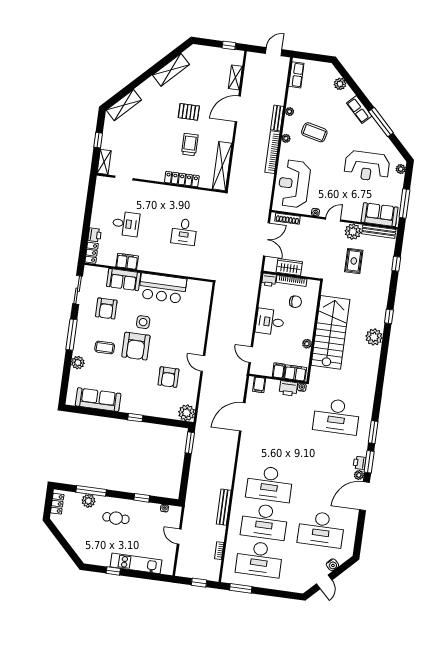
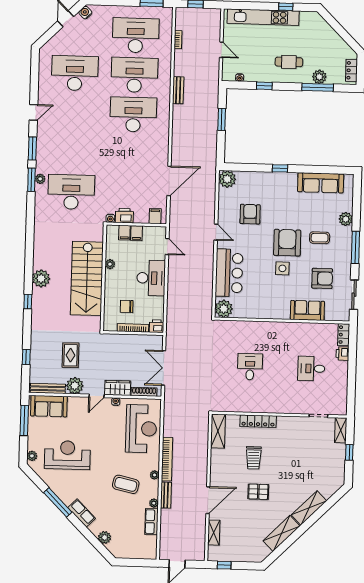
row of seats: (296, 75) -> (151, 522), moved
shelving: (124, 105) -> (309, 508), moved
shelving: (222, 166) -> (218, 431), width x0.68
filing cabinet: (127, 261) -> (306, 330), removed
wardrobe: (289, 267) -> (118, 388), moved, turned 180
bar counter: (163, 288) -> (229, 273), moved, turned 90
plant: (203, 290) -> (224, 309), added
armchair: (106, 308) -> (322, 278), turned 90
desk: (270, 322) -> (151, 278), width x1.37
filing cabinet: (295, 373) -> (124, 233), width x0.50
window: (190, 443) -> (222, 119), moved
printer: (360, 463) -> (42, 146), removed
plant: (359, 475) -> (40, 179), moved
door: (364, 496) -> (33, 112), width x0.53
bench: (224, 507) -> (178, 90), width x0.73
kitchen unit: (136, 563) -> (263, 17), width x1.36
water cooler: (332, 565) -> (85, 13), moved

